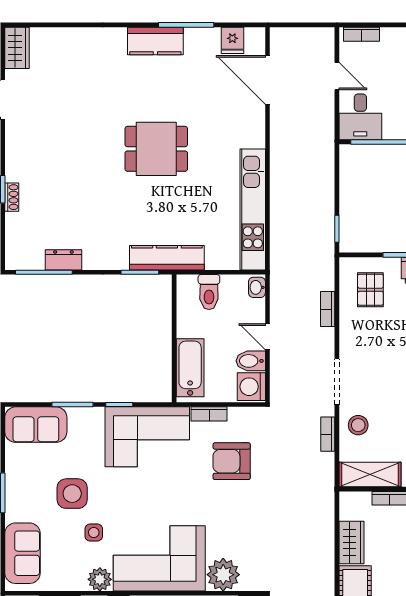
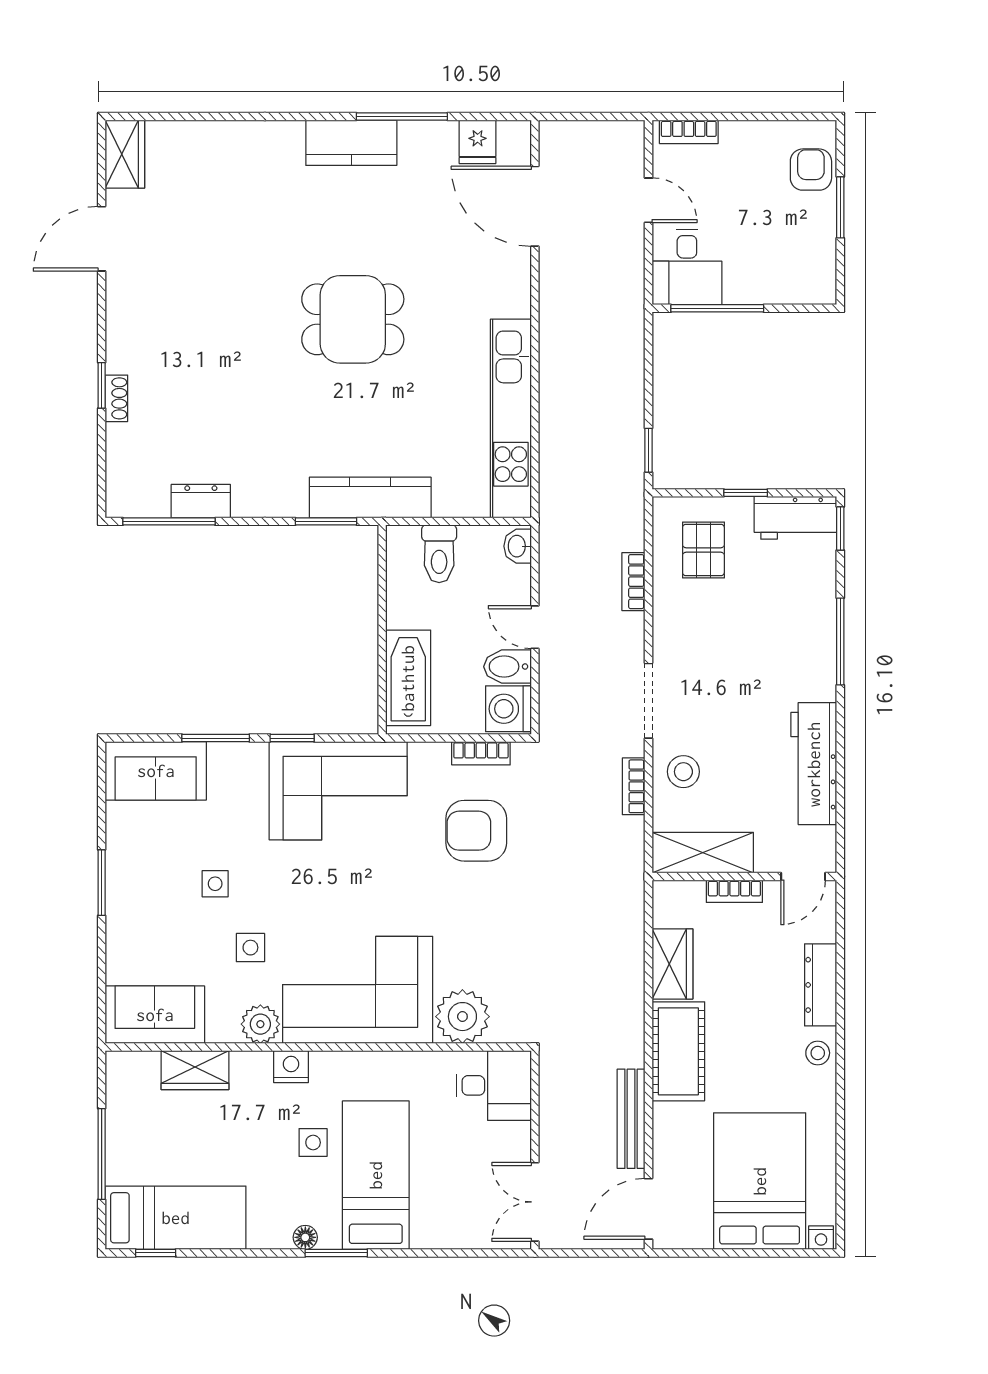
bookcase: (209, 414) -> (481, 753), moved
side table: (72, 494) -> (215, 884), width x0.54, depth x0.54
sofa: (23, 553) -> (155, 1015), moved, turned -90

